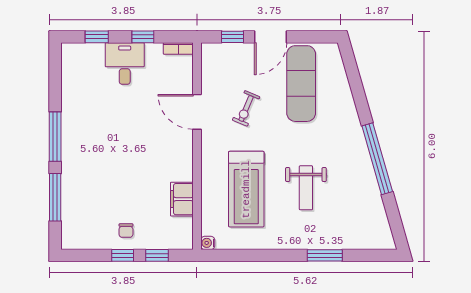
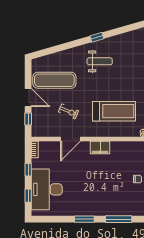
desk: (125, 64) -> (47, 189), width x1.87, depth x1.30
window: (55, 137) -> (84, 219), width x0.69
window: (377, 159) -> (97, 37), width x0.32
weight bench: (306, 188) -> (100, 61), moved
filing cabinet: (182, 199) -> (100, 148), moved

